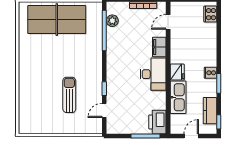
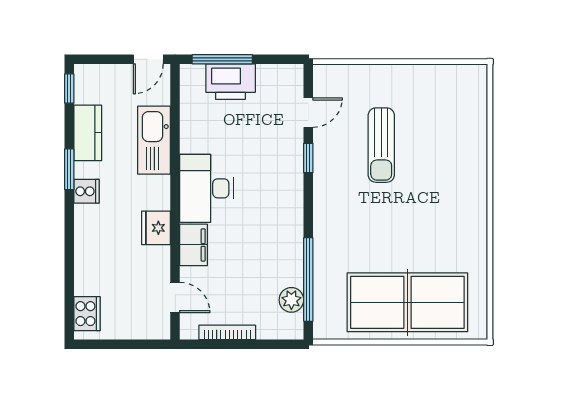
door: (168, 22) -> (175, 298), hinge flipped
fridge: (177, 72) -> (156, 228), moved
kitchen counter: (210, 111) -> (88, 133), moved
printer: (157, 122) -> (231, 82), moved, turned 90
door: (191, 136) -> (148, 59), moved

